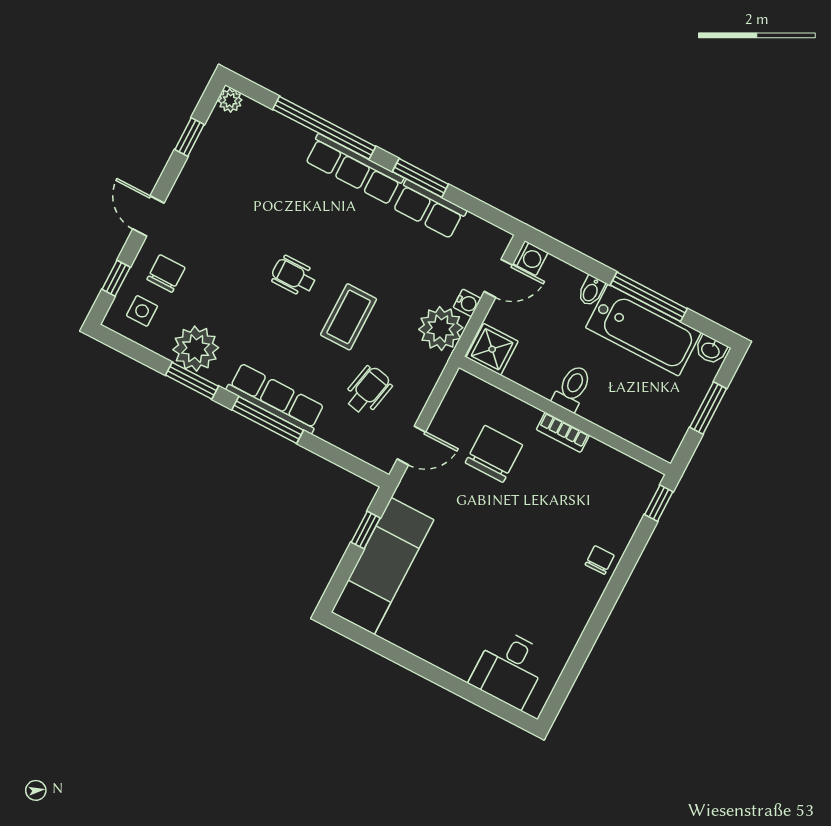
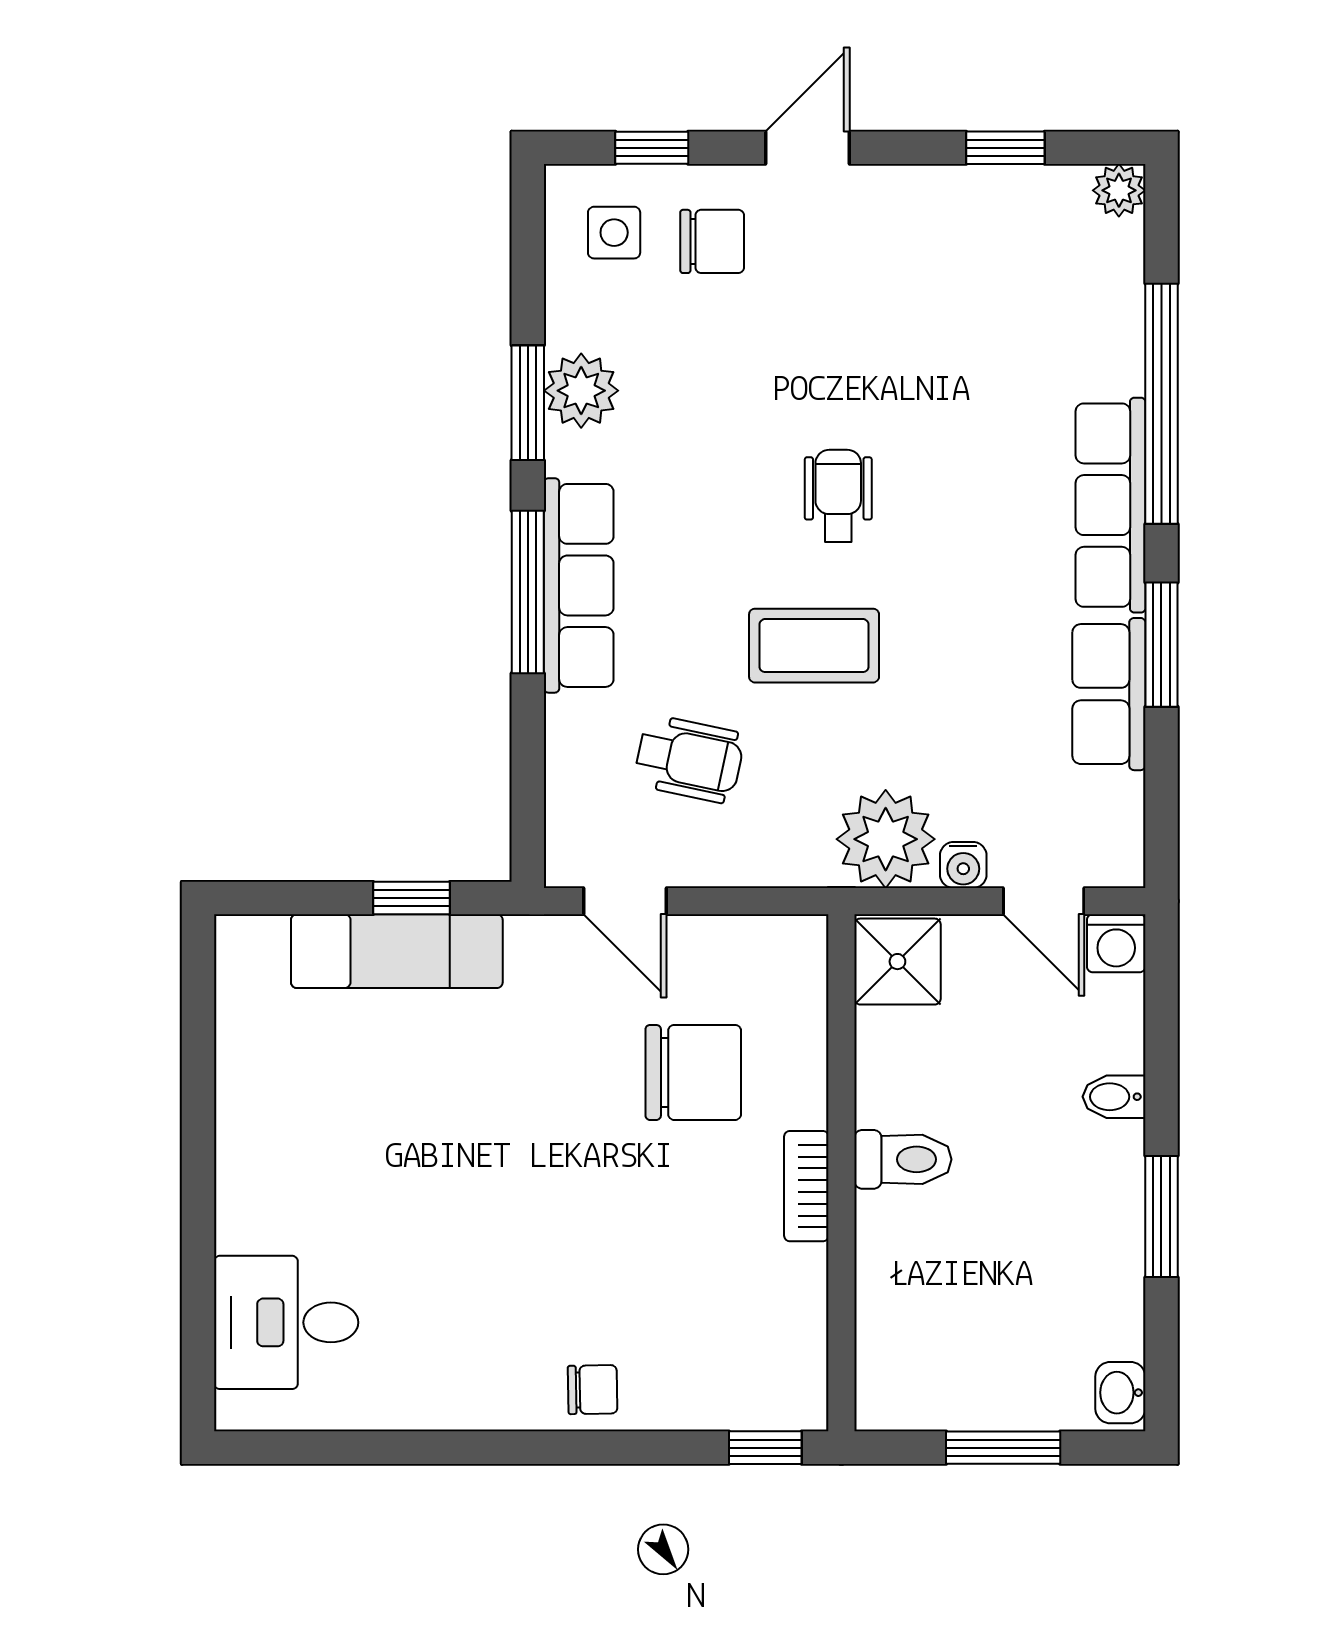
window: (649, 297) -> (1161, 1216), width x0.69
bathtub: (643, 330) -> (1090, 1240), removed
plant: (196, 349) -> (581, 391), width x0.73, depth x0.73
exam couch: (383, 566) -> (397, 951), width x0.73, depth x0.69

